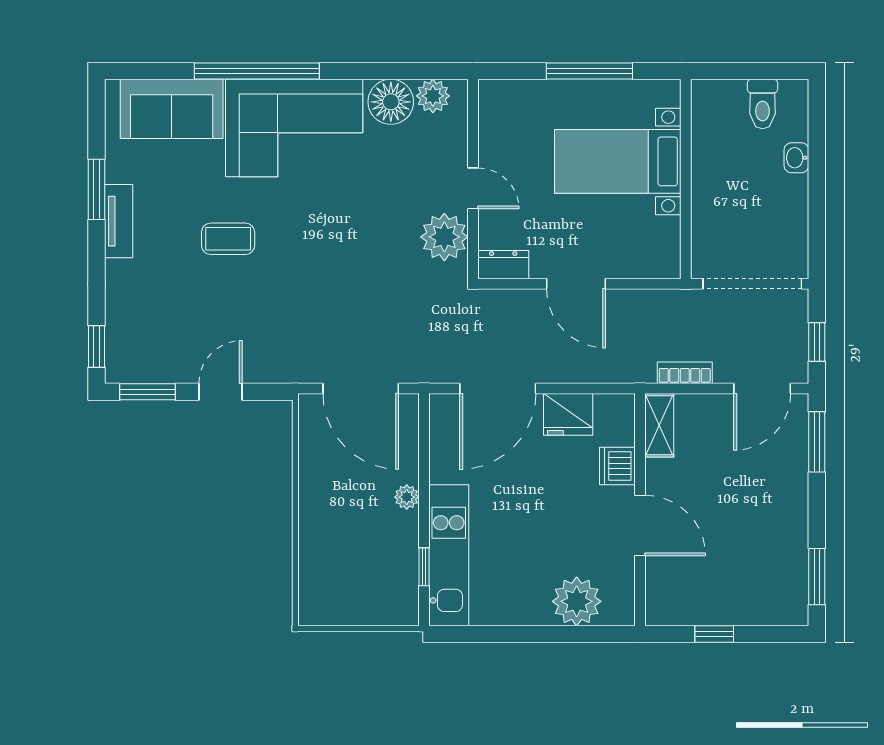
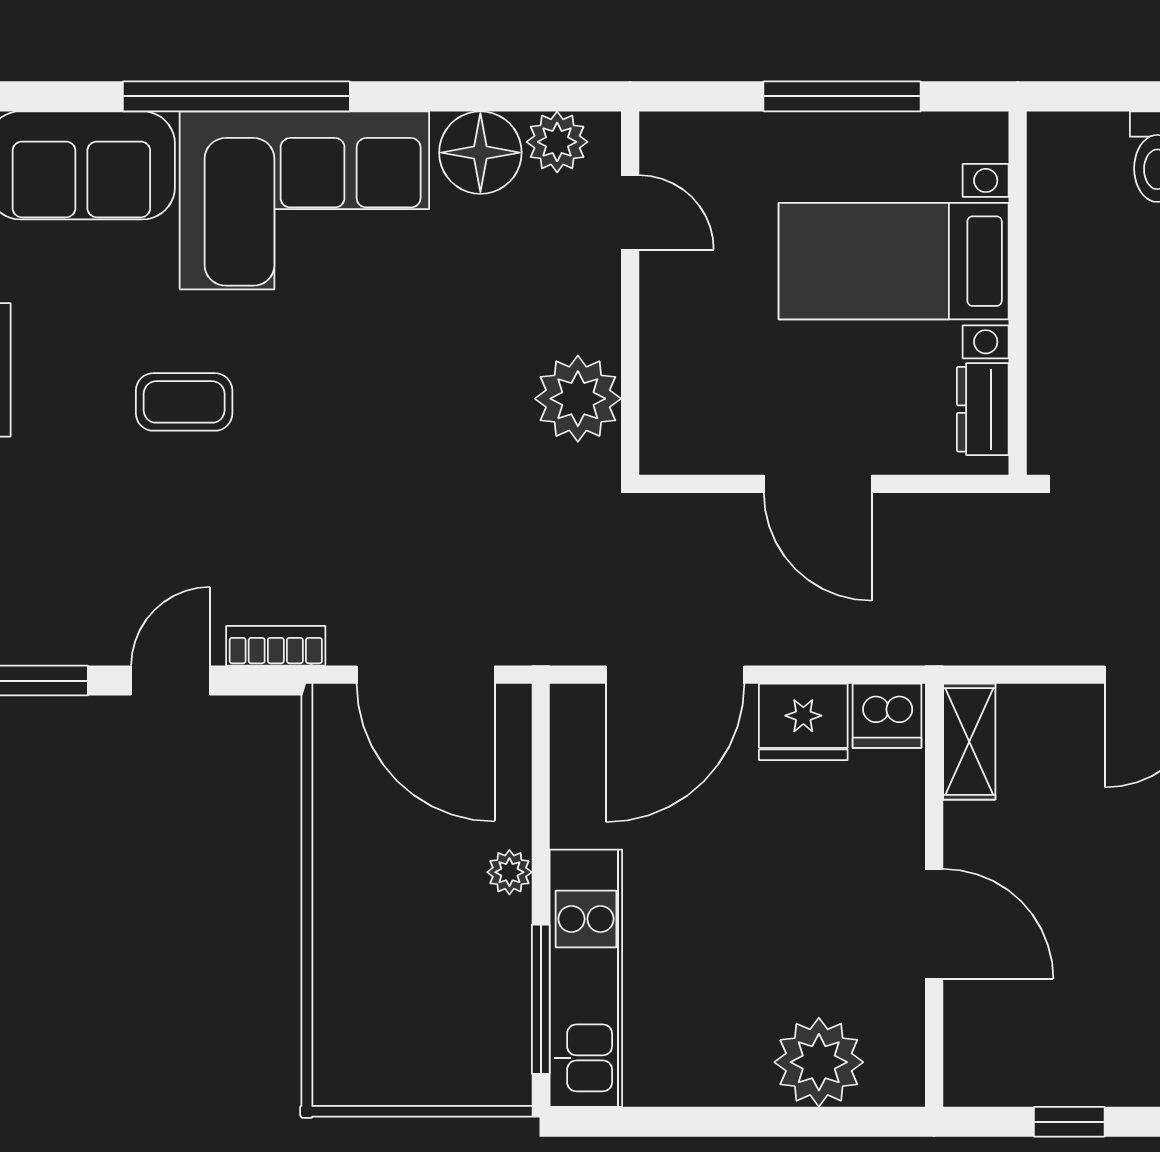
door: (473, 188) -> (630, 212), moved
dresser: (503, 265) -> (983, 409), moved, turned -90
bookcase: (685, 373) -> (276, 646), moved
dishwasher: (617, 466) -> (887, 716), moved, turned -90
window: (424, 567) -> (541, 999), width x2.17

